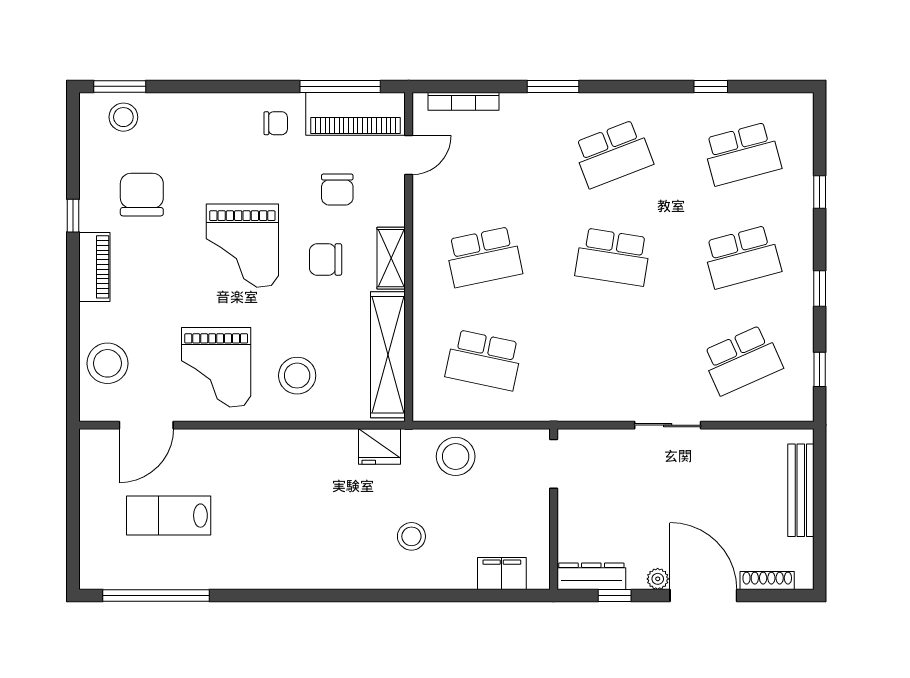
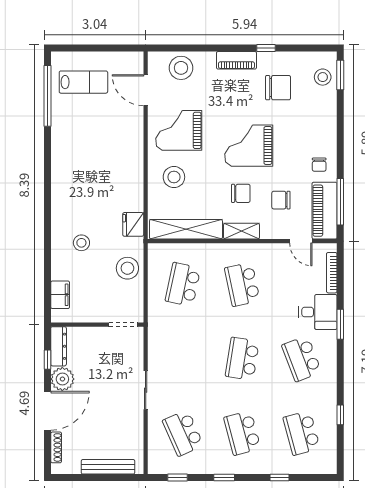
desk: (532, 125) -> (318, 312), added
chair: (326, 259) -> (241, 193), turned 90
lab bench: (169, 516) -> (83, 82), moved, turned 90
plant: (658, 579) -> (62, 379), width x1.88, depth x1.88

